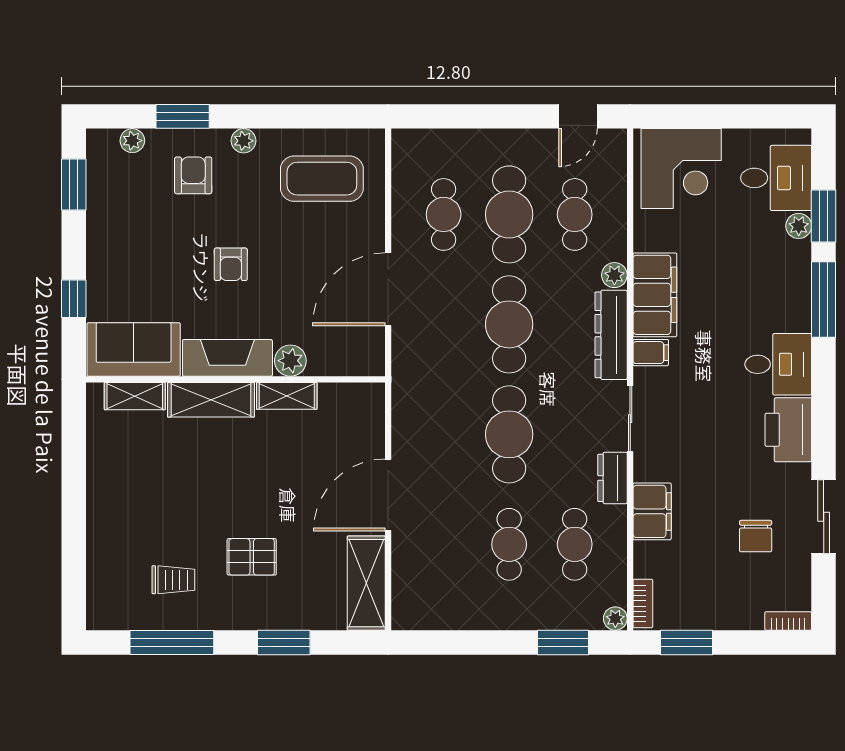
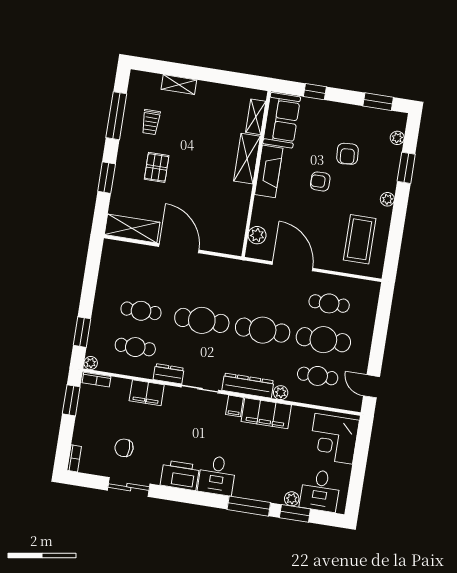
armchair: (193, 175) -> (347, 154), moved, turned 86
plant: (290, 361) -> (257, 235), moved
shelving: (287, 396) -> (179, 85), moved, turned 90

